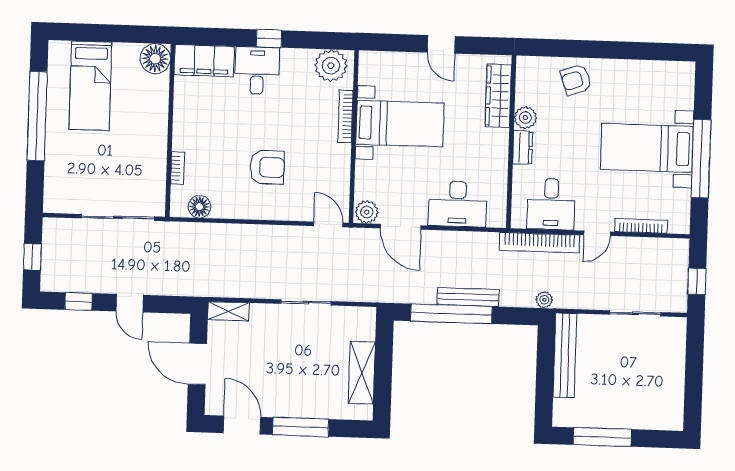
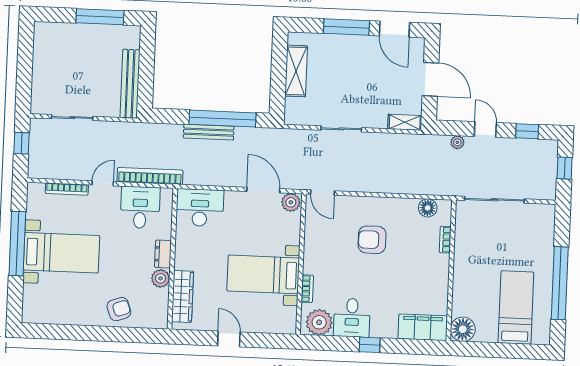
desk: (257, 70) -> (352, 318), moved
bookcase: (345, 116) -> (307, 289), width x0.64
desk: (458, 204) -> (200, 208), moved
plant: (544, 300) -> (457, 142), moved

